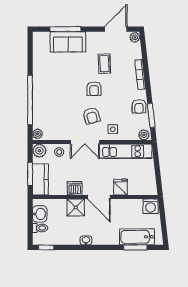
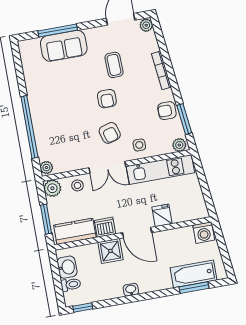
armchair: (139, 106) -> (167, 111), turned 90
kitchen counter: (40, 179) -> (75, 231), moved, turned -90

